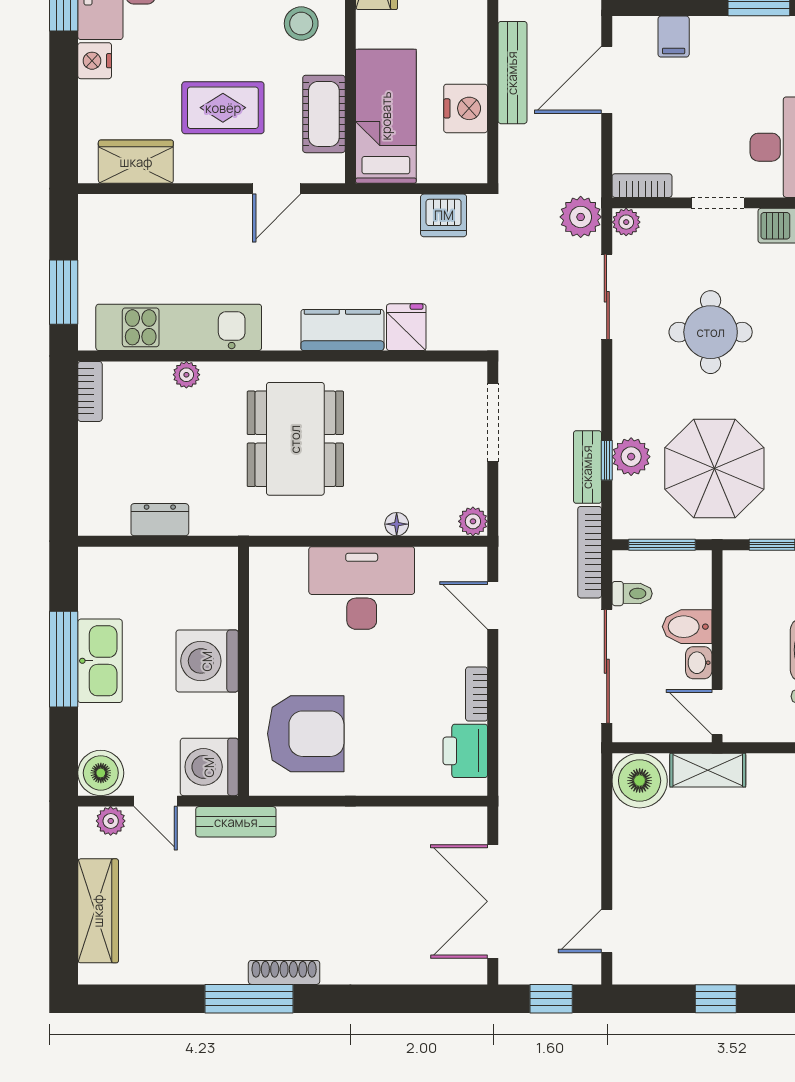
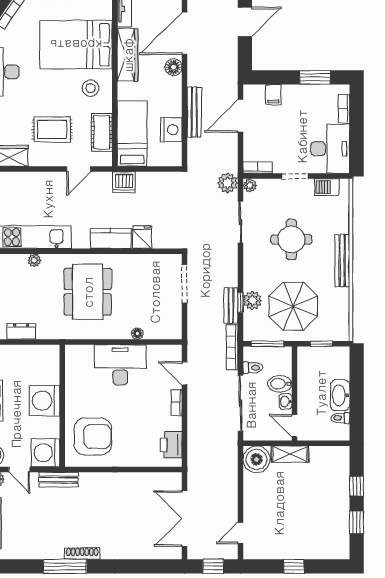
dishwasher: (444, 215) -> (124, 182), moved
plant: (473, 521) -> (175, 332), removed
bookcase: (477, 694) -> (177, 403), moved

